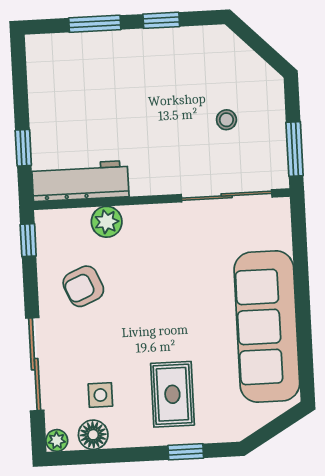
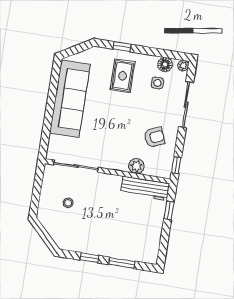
window: (295, 149) -> (38, 182), removed

